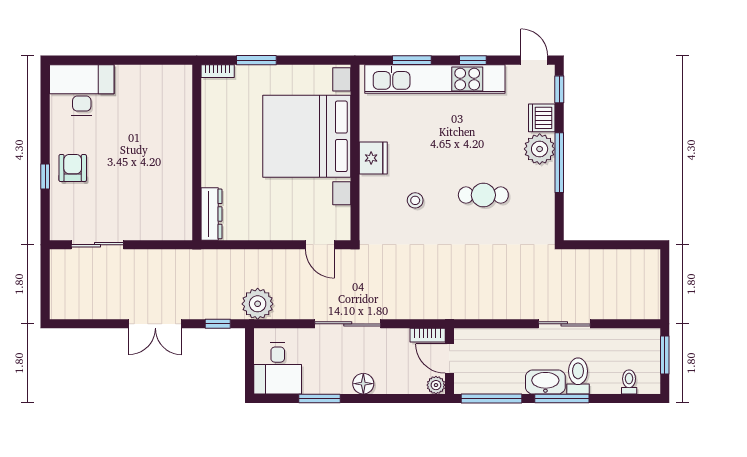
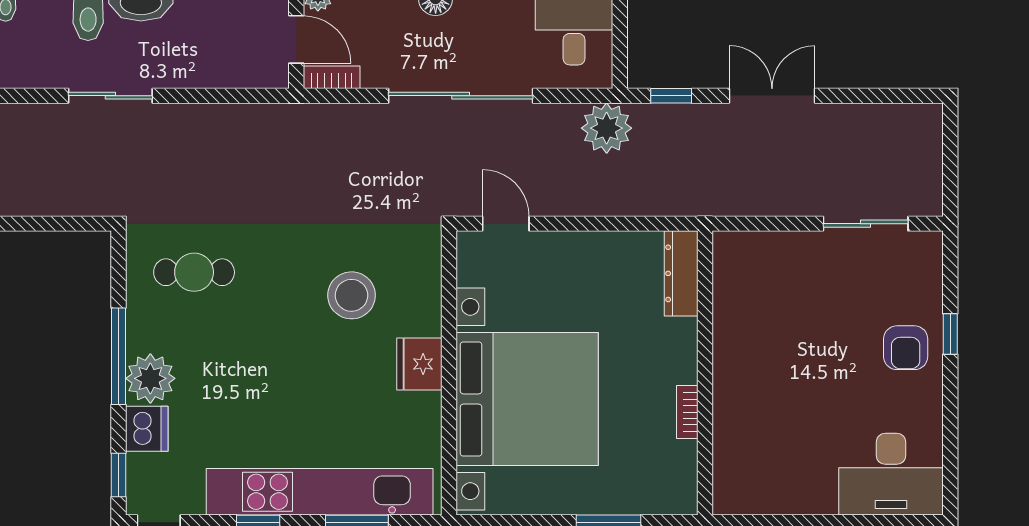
bookcase: (218, 71) -> (687, 412), moved, turned -90
cafe table: (483, 195) -> (194, 272), moved
stool: (415, 200) -> (352, 295), width x1.89, depth x1.89
sliding door: (348, 324) -> (461, 96), width x1.36

